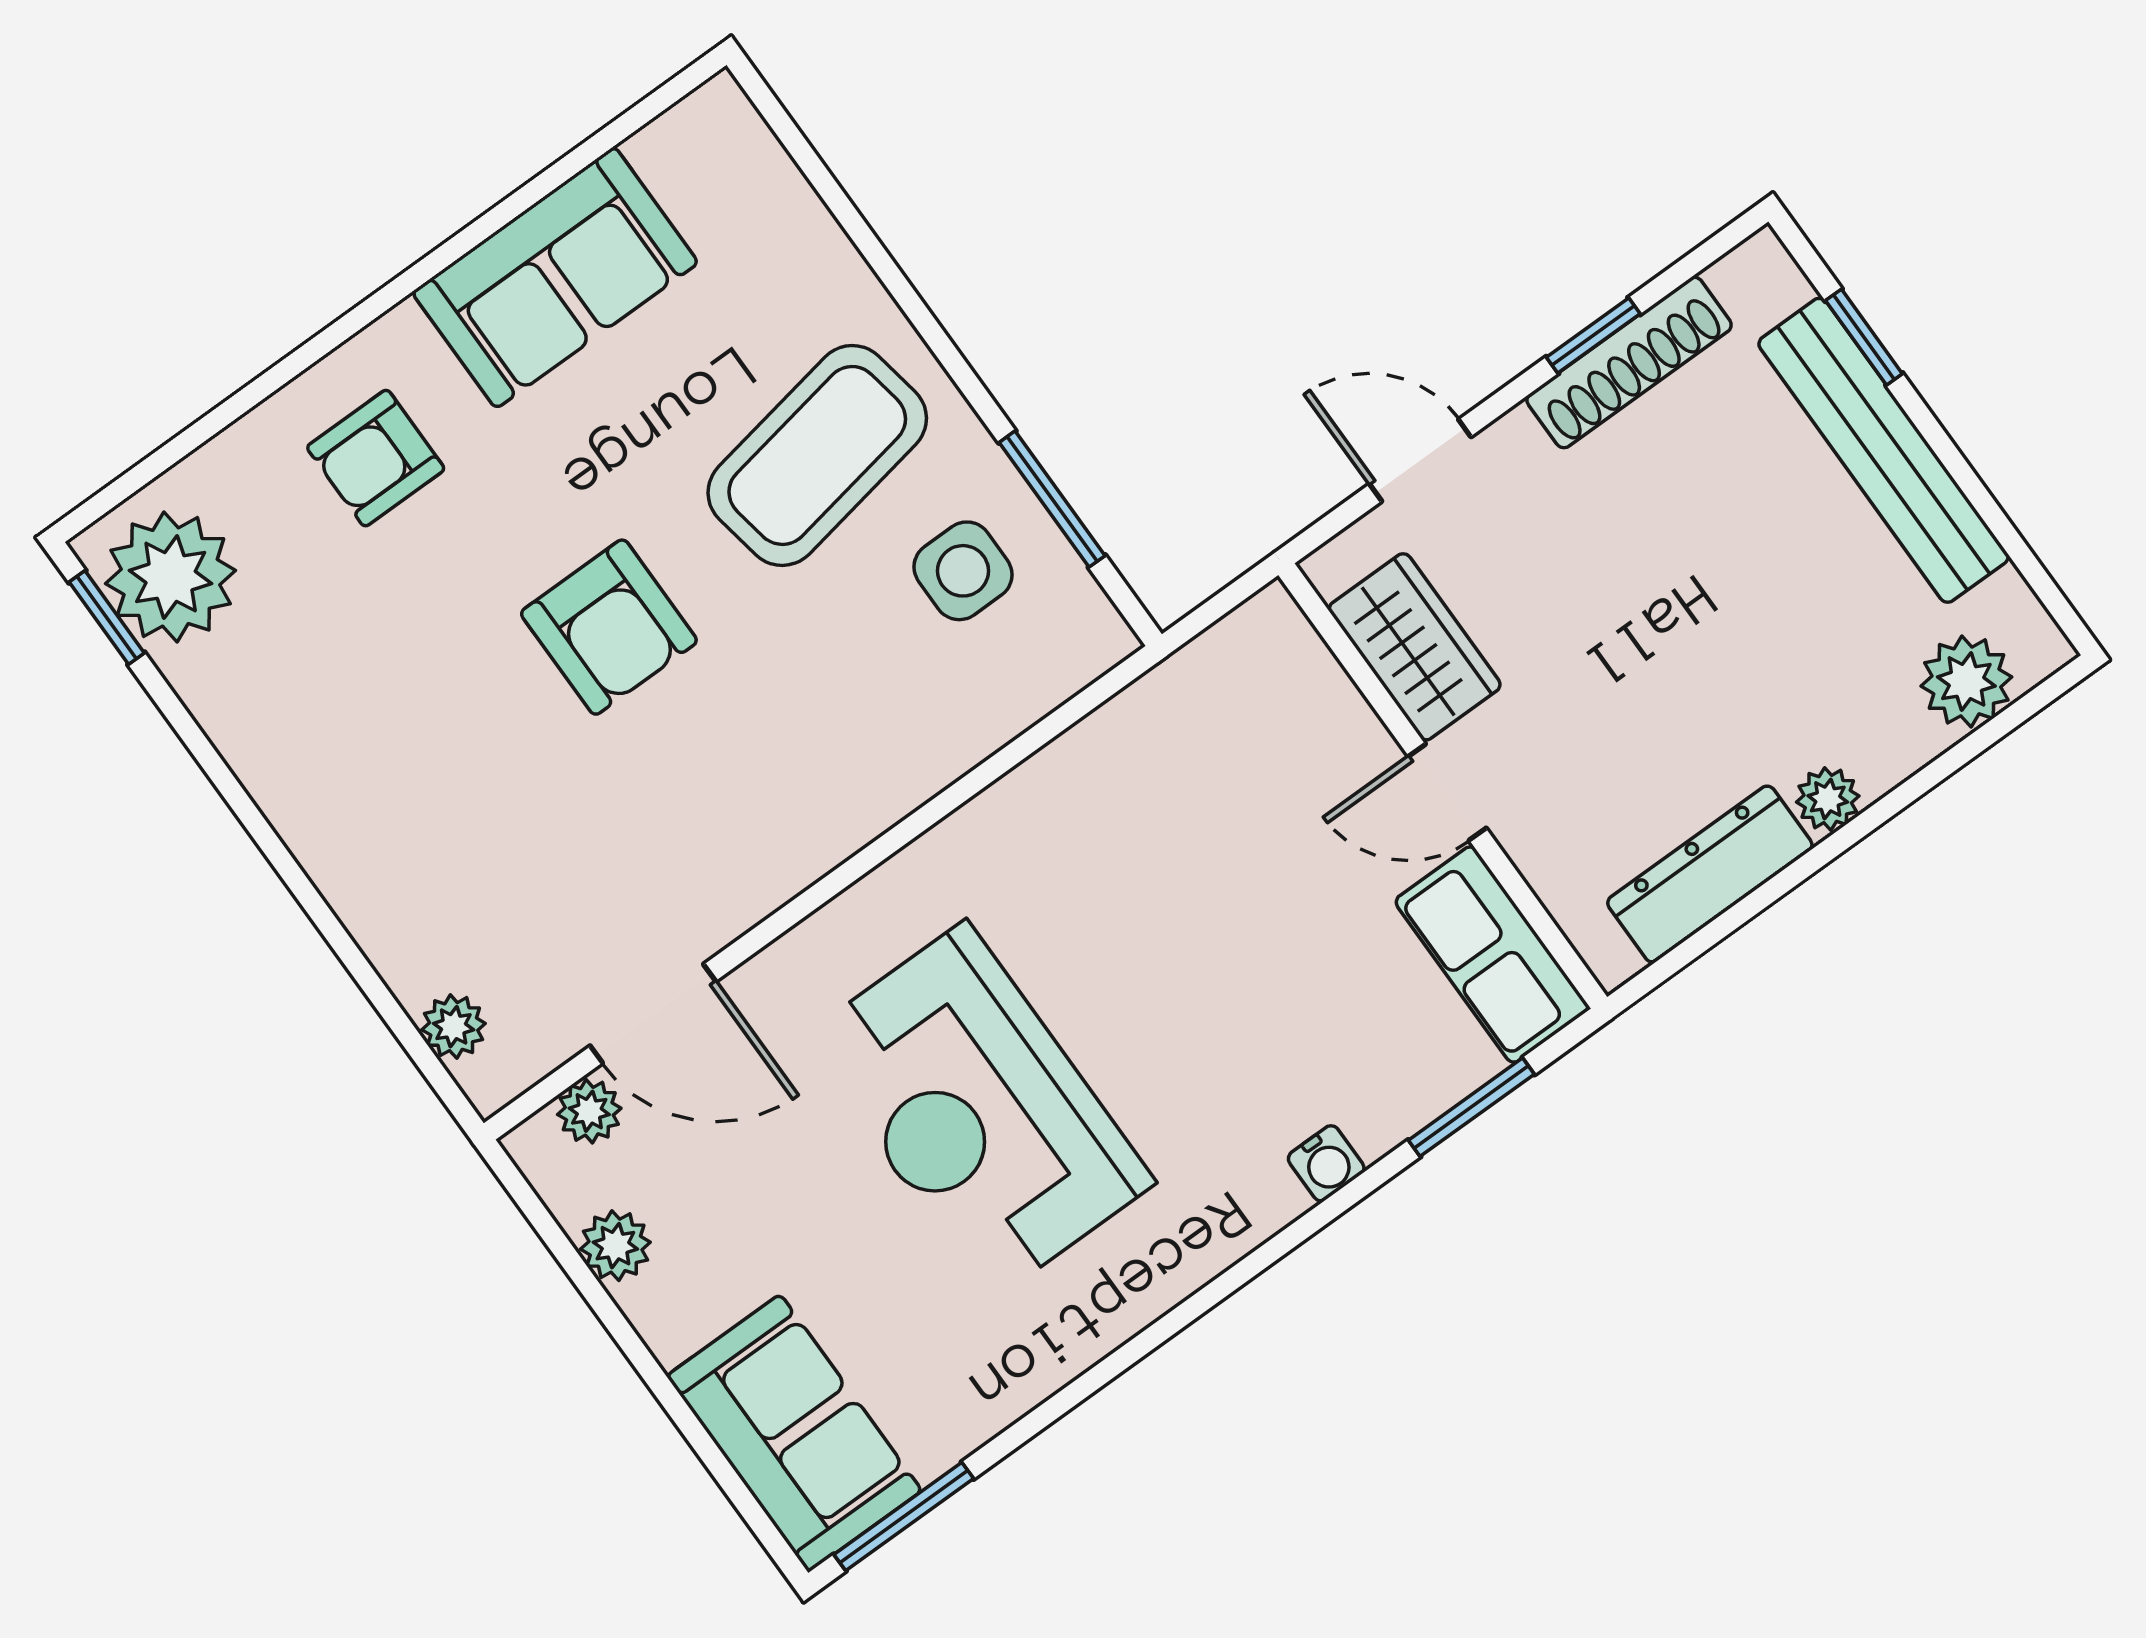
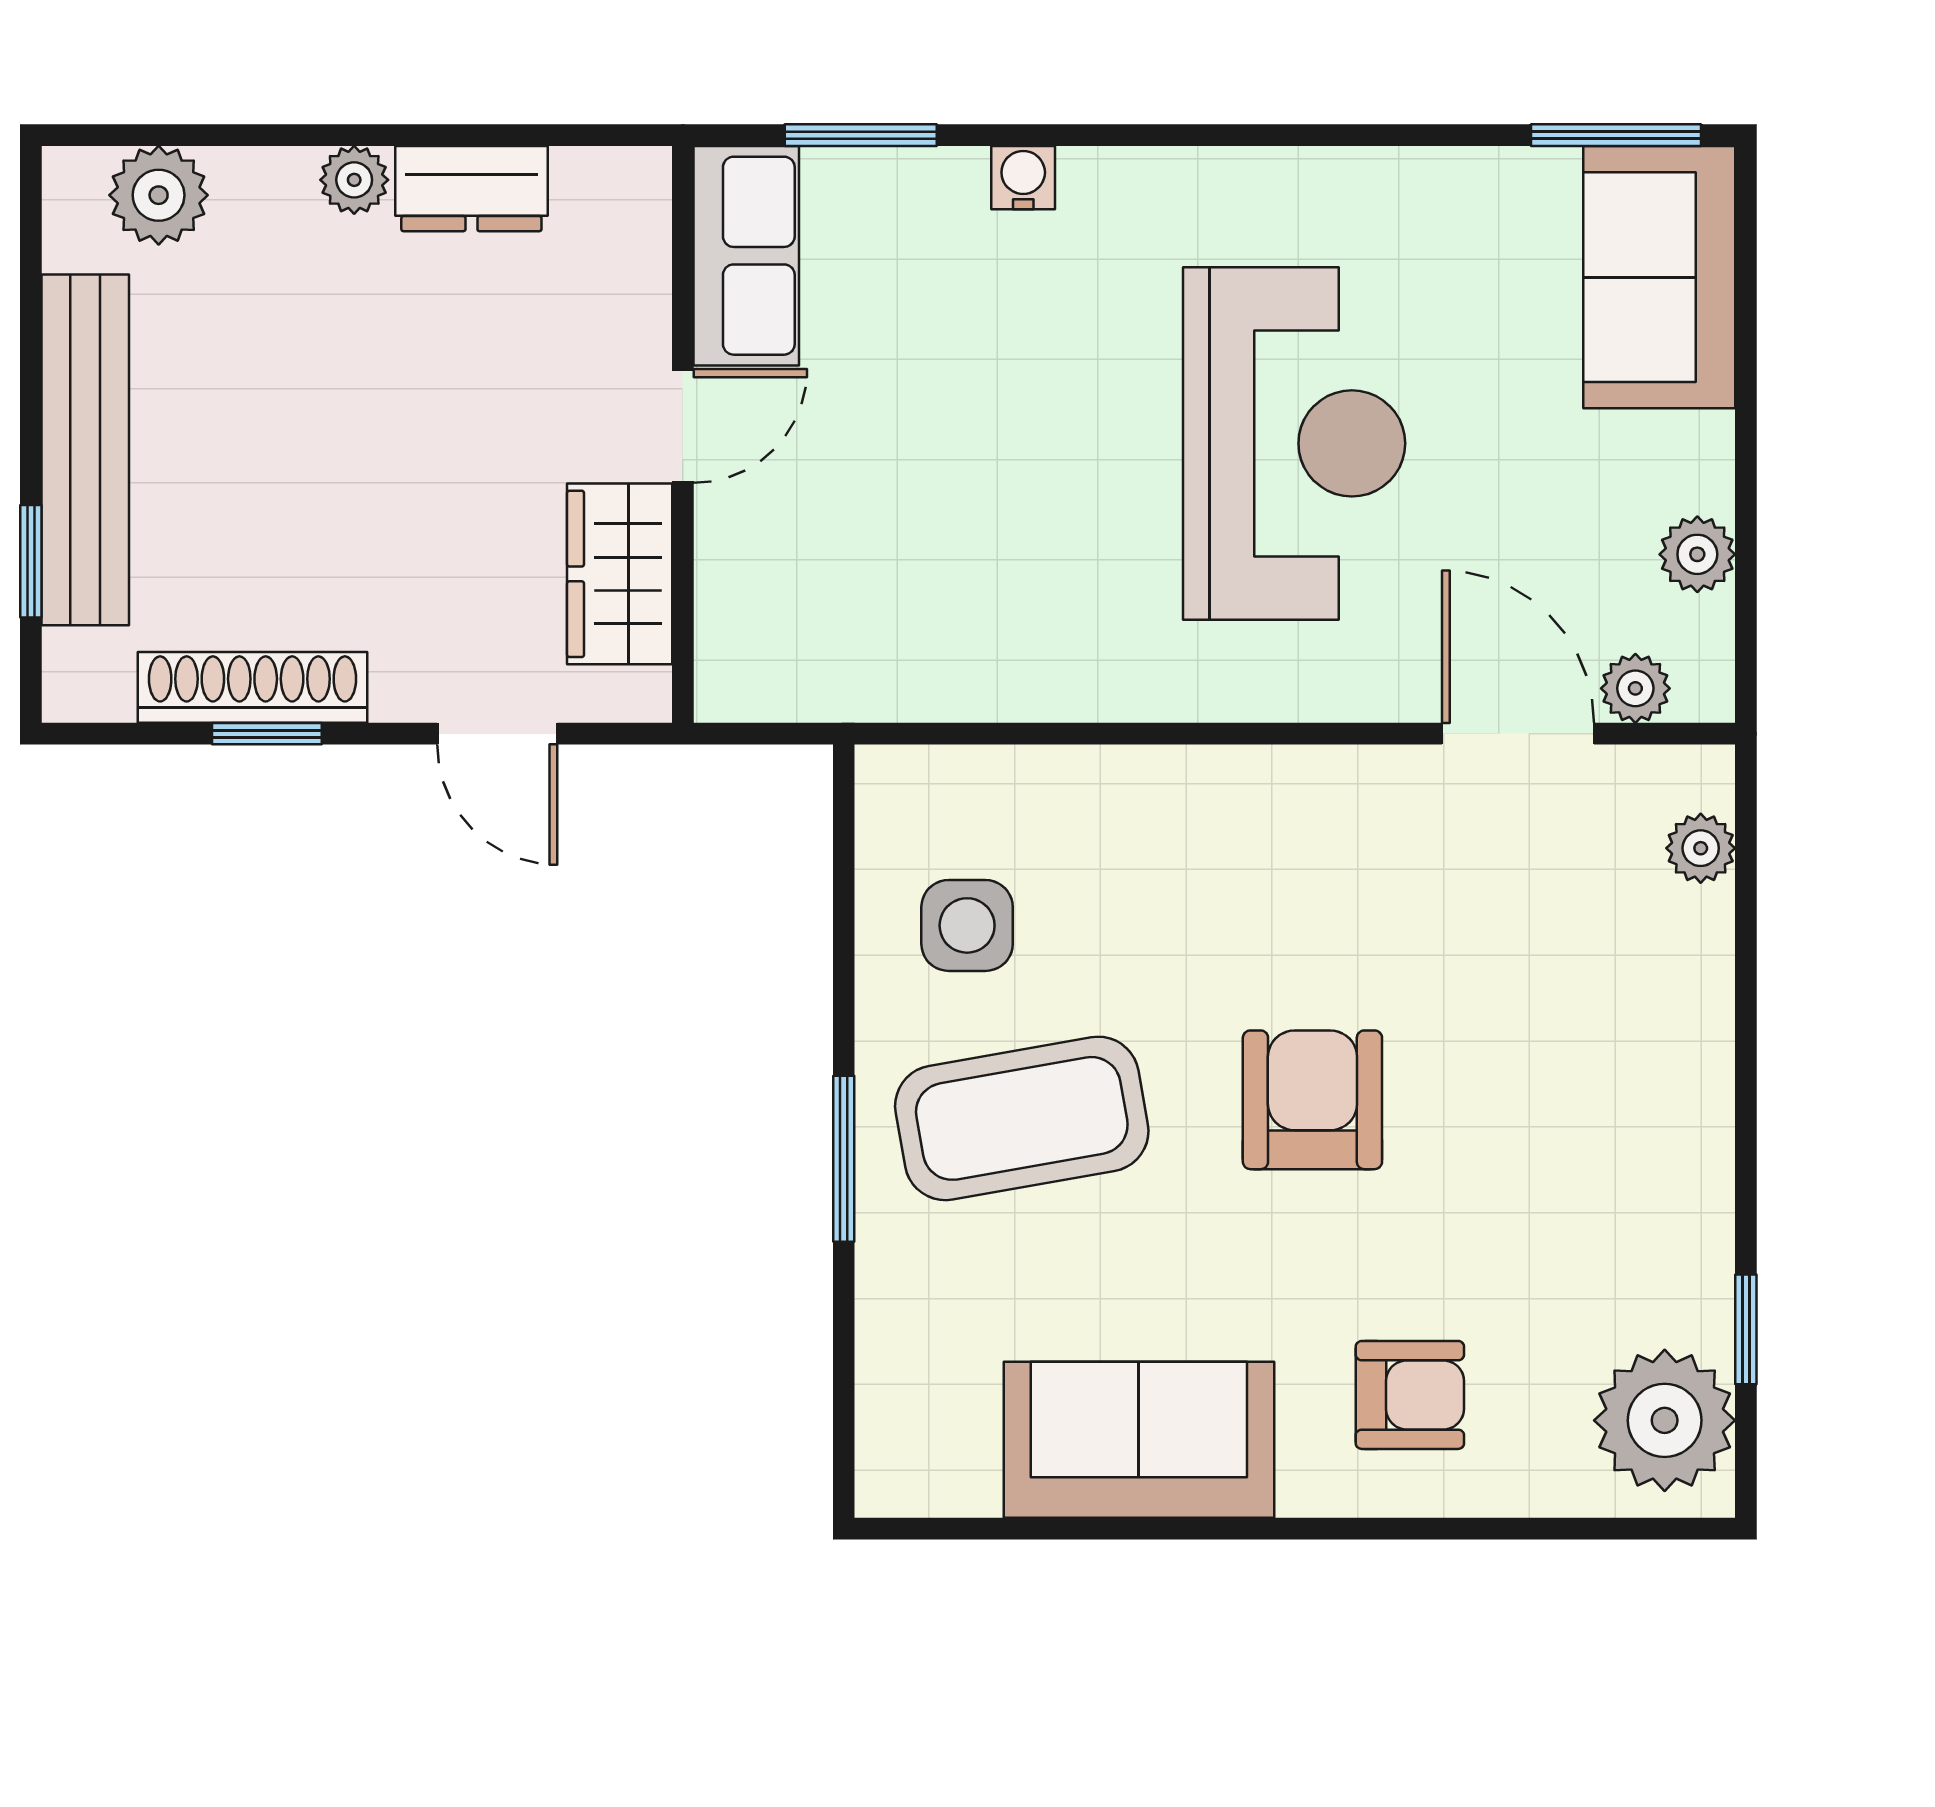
window: (1052, 499) -> (844, 1159), moved
window: (107, 617) -> (1746, 1329), moved
door: (1447, 792) -> (683, 426), hinge flipped
dresser: (1710, 874) -> (471, 189), width x0.70

